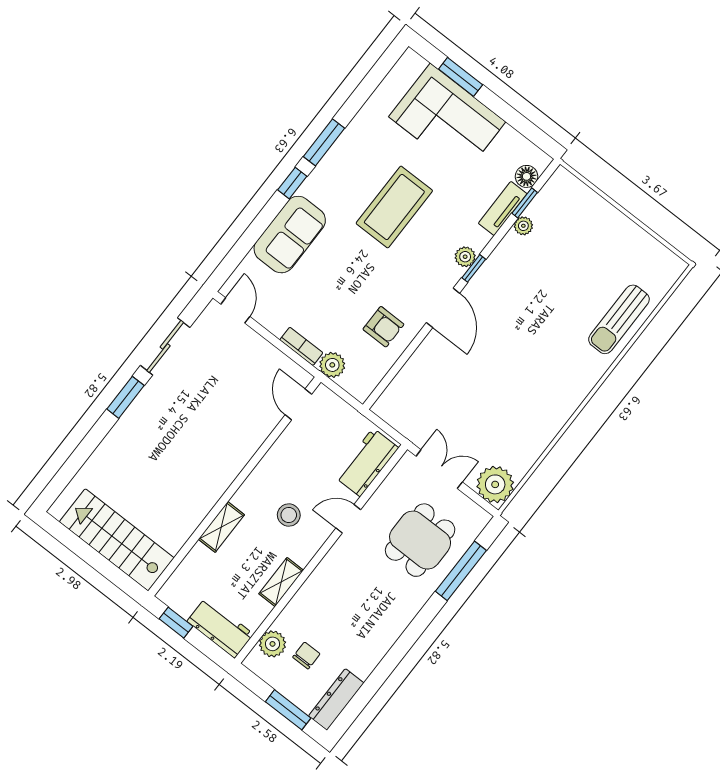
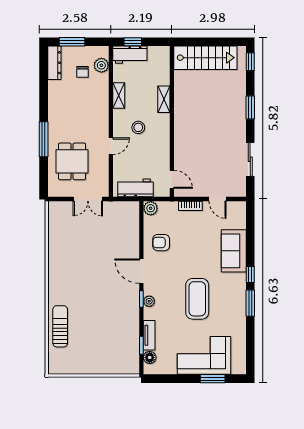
plant: (523, 226) -> (134, 335), removed
door: (235, 310) -> (218, 199), moved
plant: (332, 365) -> (151, 208), moved
window: (126, 397) -> (250, 107), moved
workbench: (367, 462) -> (135, 188), moved, turned -90
plant: (495, 484) -> (58, 211), removed
window: (57, 485) -> (250, 62), added
window: (461, 571) -> (44, 139), moved
window: (176, 623) -> (133, 42), moved

